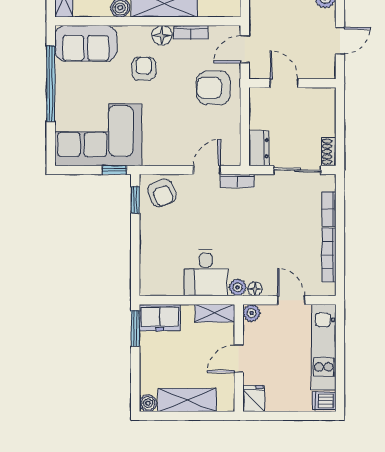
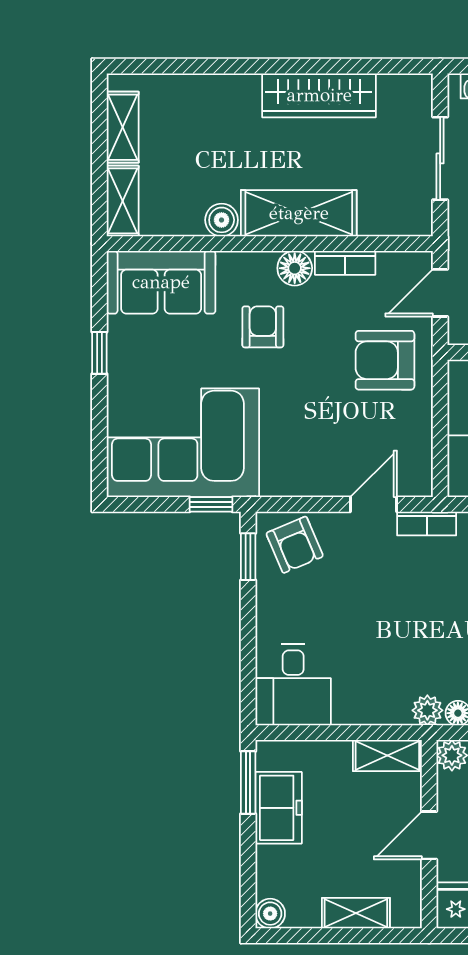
window: (51, 84) -> (99, 353), width x0.32
desk: (206, 273) -> (293, 685), moved
freezer: (160, 318) -> (279, 808), moved, turned -90
shelving: (187, 400) -> (356, 913), width x0.67, depth x0.75

